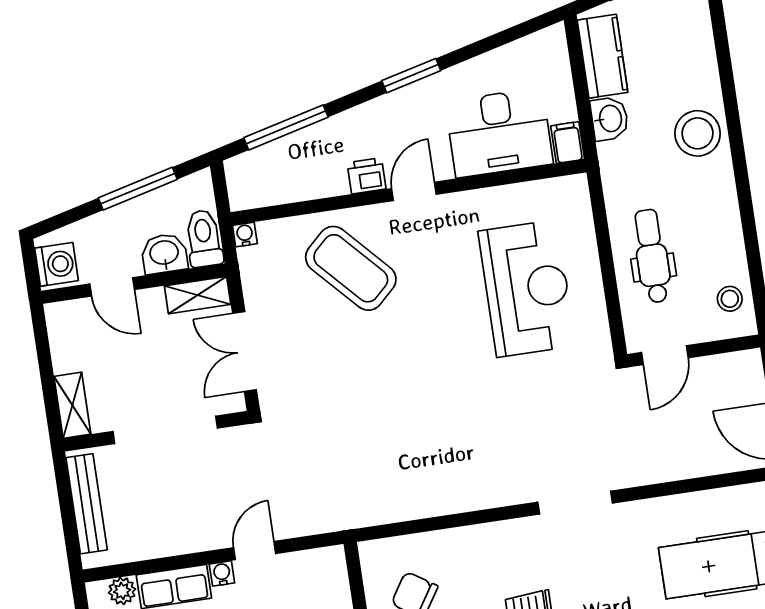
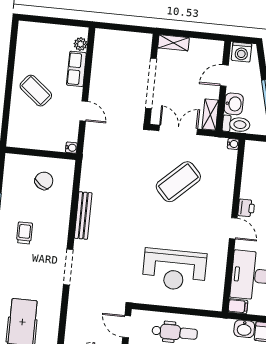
coffee table: (351, 268) -> (178, 182), moved
bench: (87, 504) -> (83, 216), moved, turned 90
water cooler: (222, 573) -> (71, 148), moved

